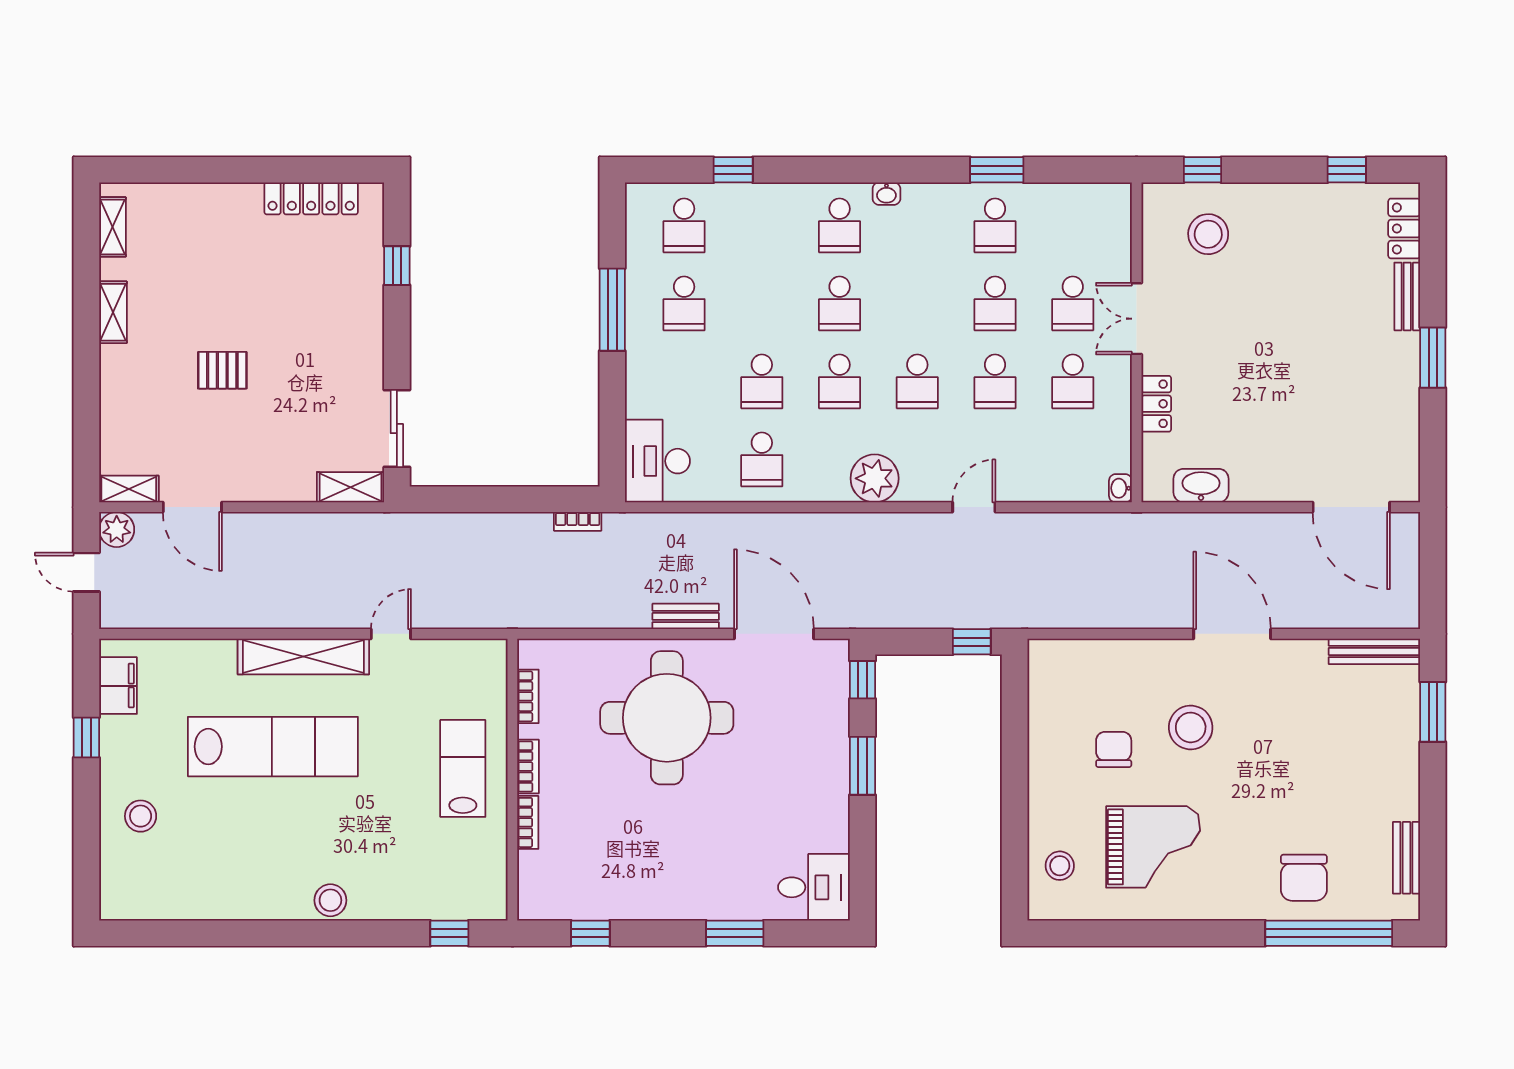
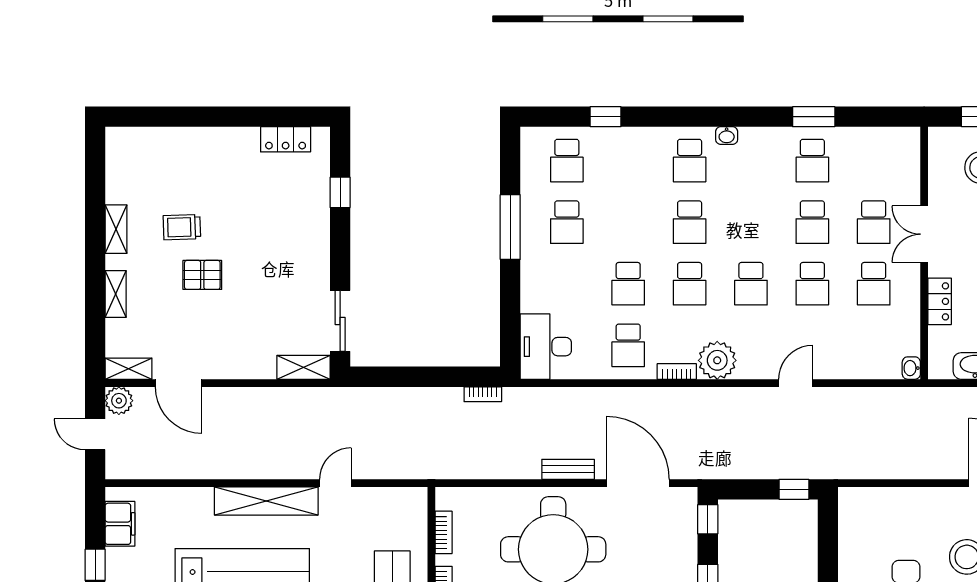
locker: (311, 198) -> (286, 139), width x0.66
shelving: (112, 227) -> (116, 294), moved
trolley: (196, 310) -> (182, 227), added
bookcase: (823, 493) -> (677, 371), added

